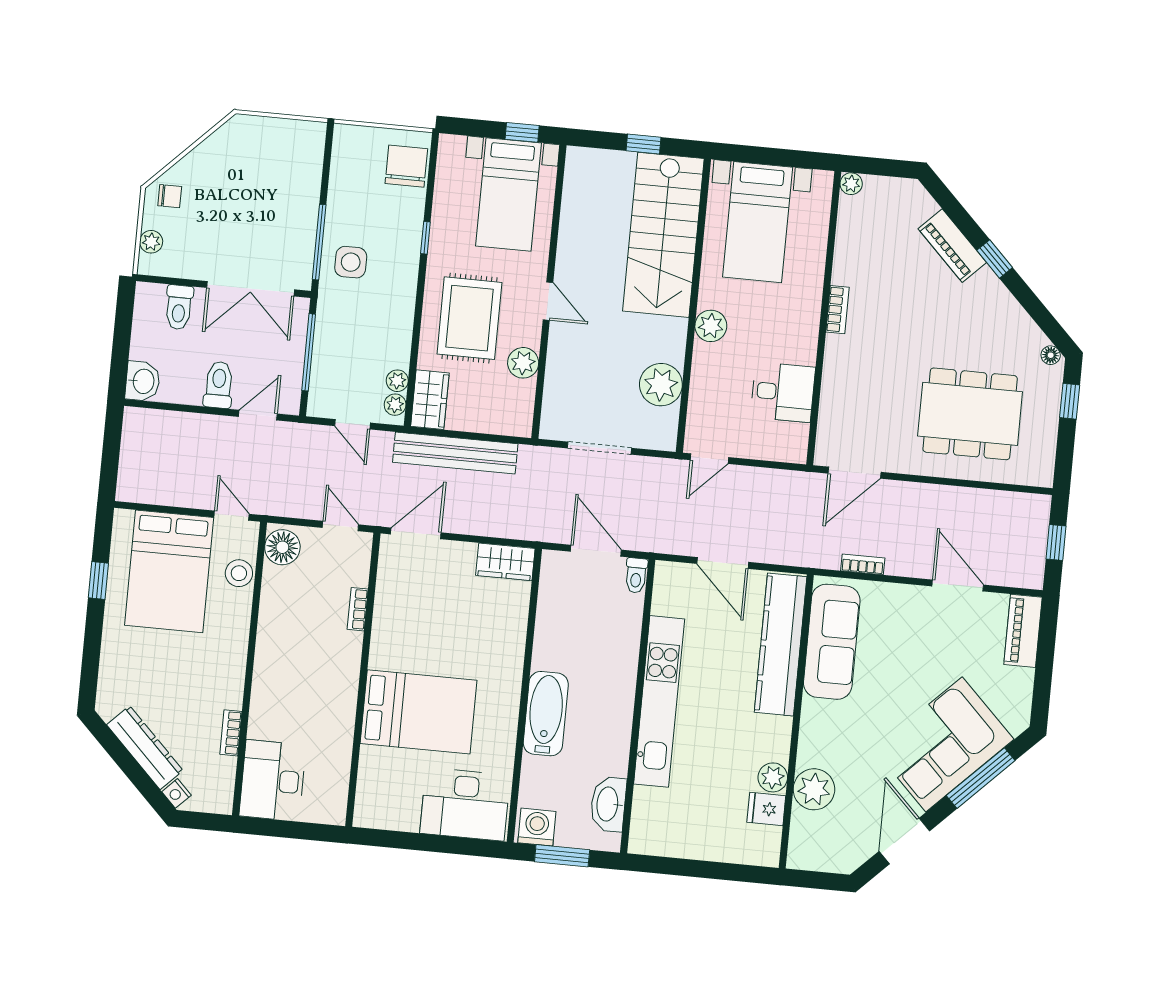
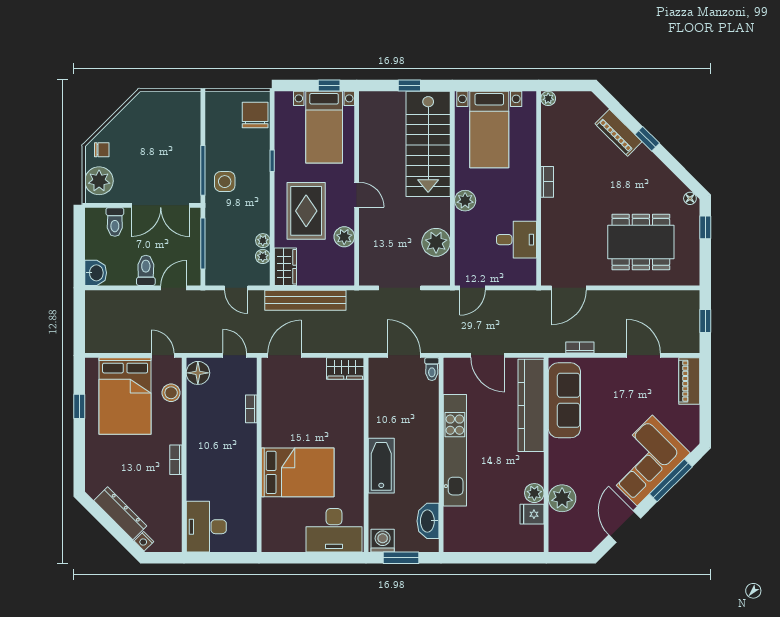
plant: (151, 242) -> (99, 181), width x1.88, depth x1.88
plant: (395, 405) -> (263, 241), moved
bookcase: (231, 733) -> (176, 460), moved

